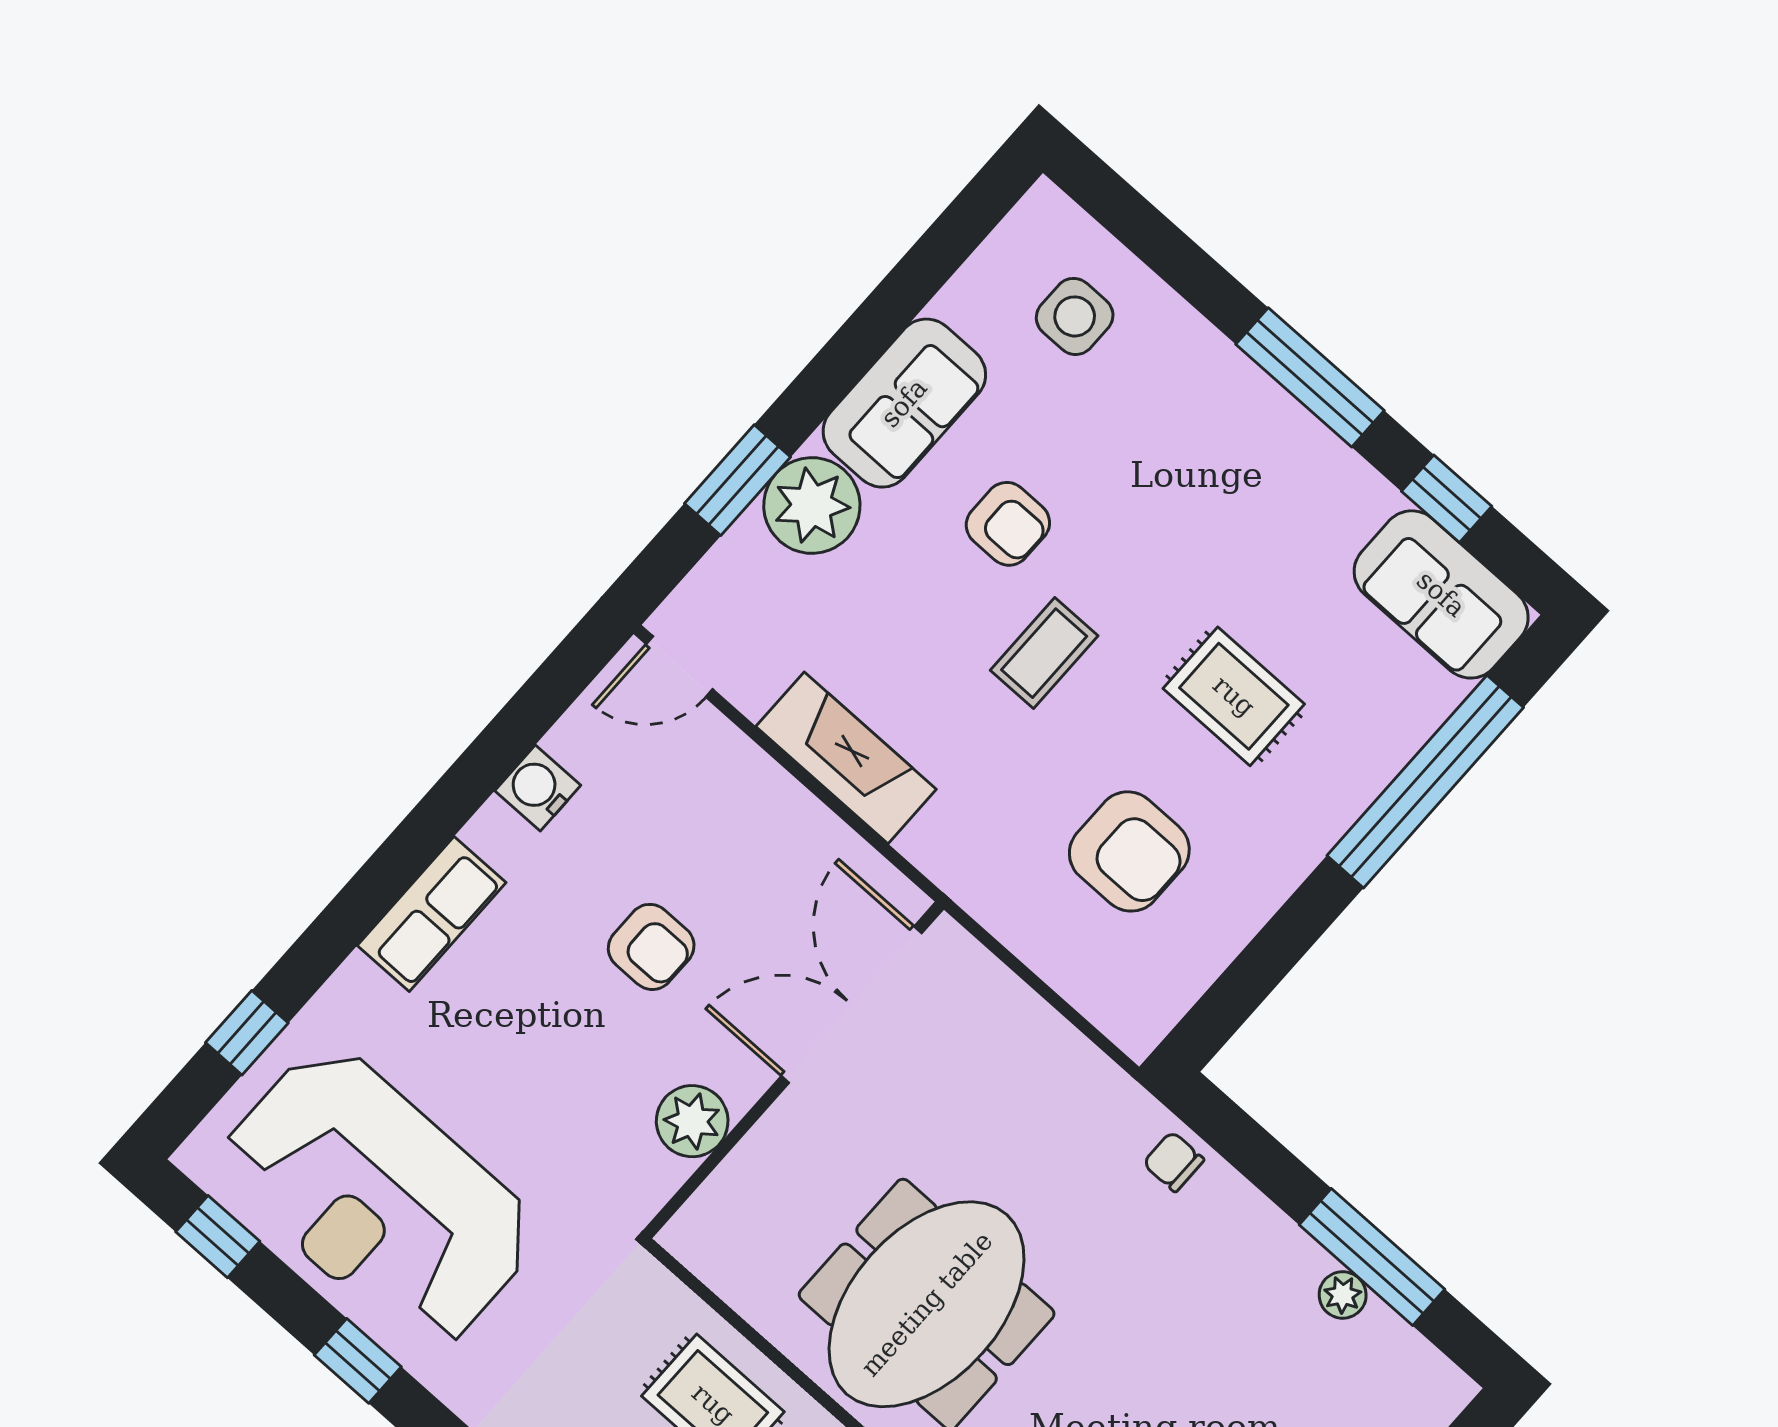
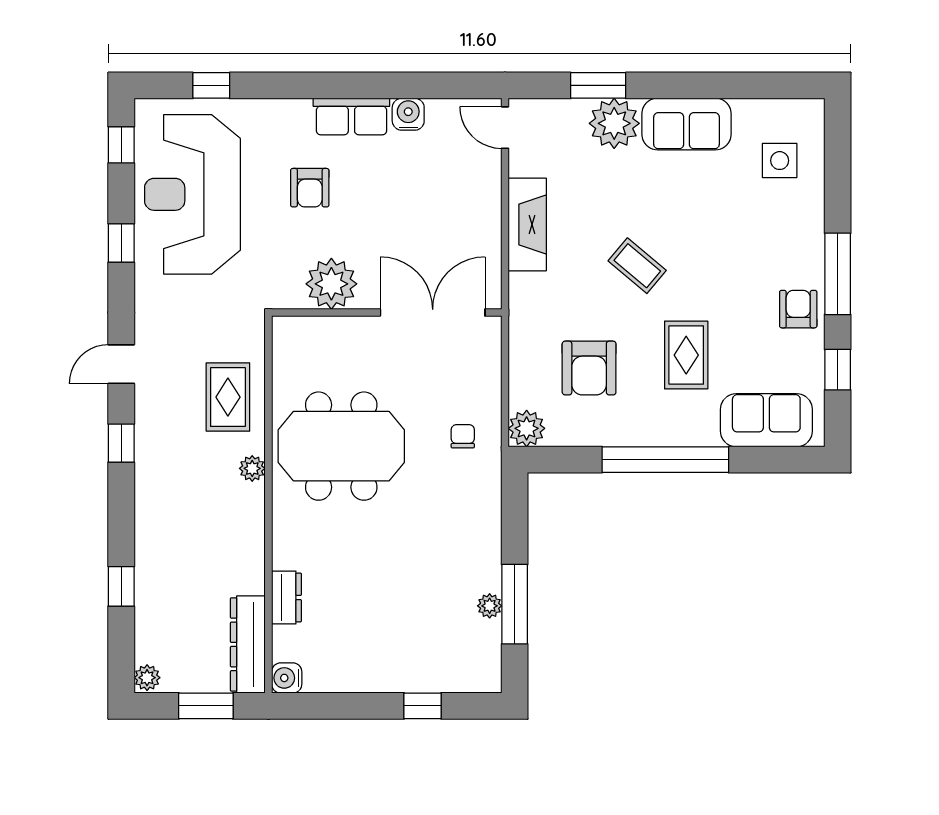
armchair: (1008, 524) -> (798, 309), moved, turned 180
sofa: (1441, 594) -> (766, 420), moved, turned 90
coffee table: (1044, 653) -> (637, 266), turned 40
window: (1425, 782) -> (665, 460), moved
row of seats: (432, 914) -> (351, 116), moved
armchair: (651, 947) -> (310, 188), moved
plant: (1136, 1017) -> (527, 428), added
plant: (692, 1121) -> (331, 284), width x1.36, depth x1.36
chair: (1173, 1162) -> (463, 436), moved

